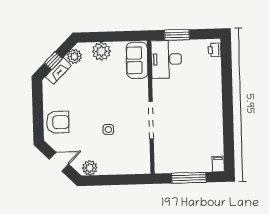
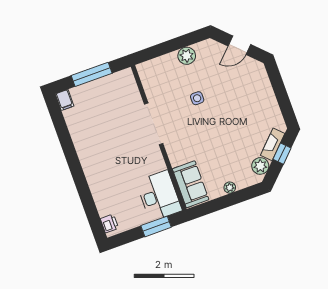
plant: (101, 51) -> (230, 188), width x0.53, depth x0.53
armchair: (58, 122) -> (255, 88), removed
plant: (90, 168) -> (187, 56), moved

